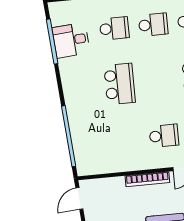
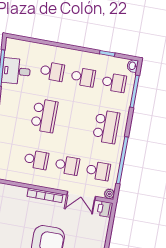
school desk: (125, 139) -> (36, 160), added

